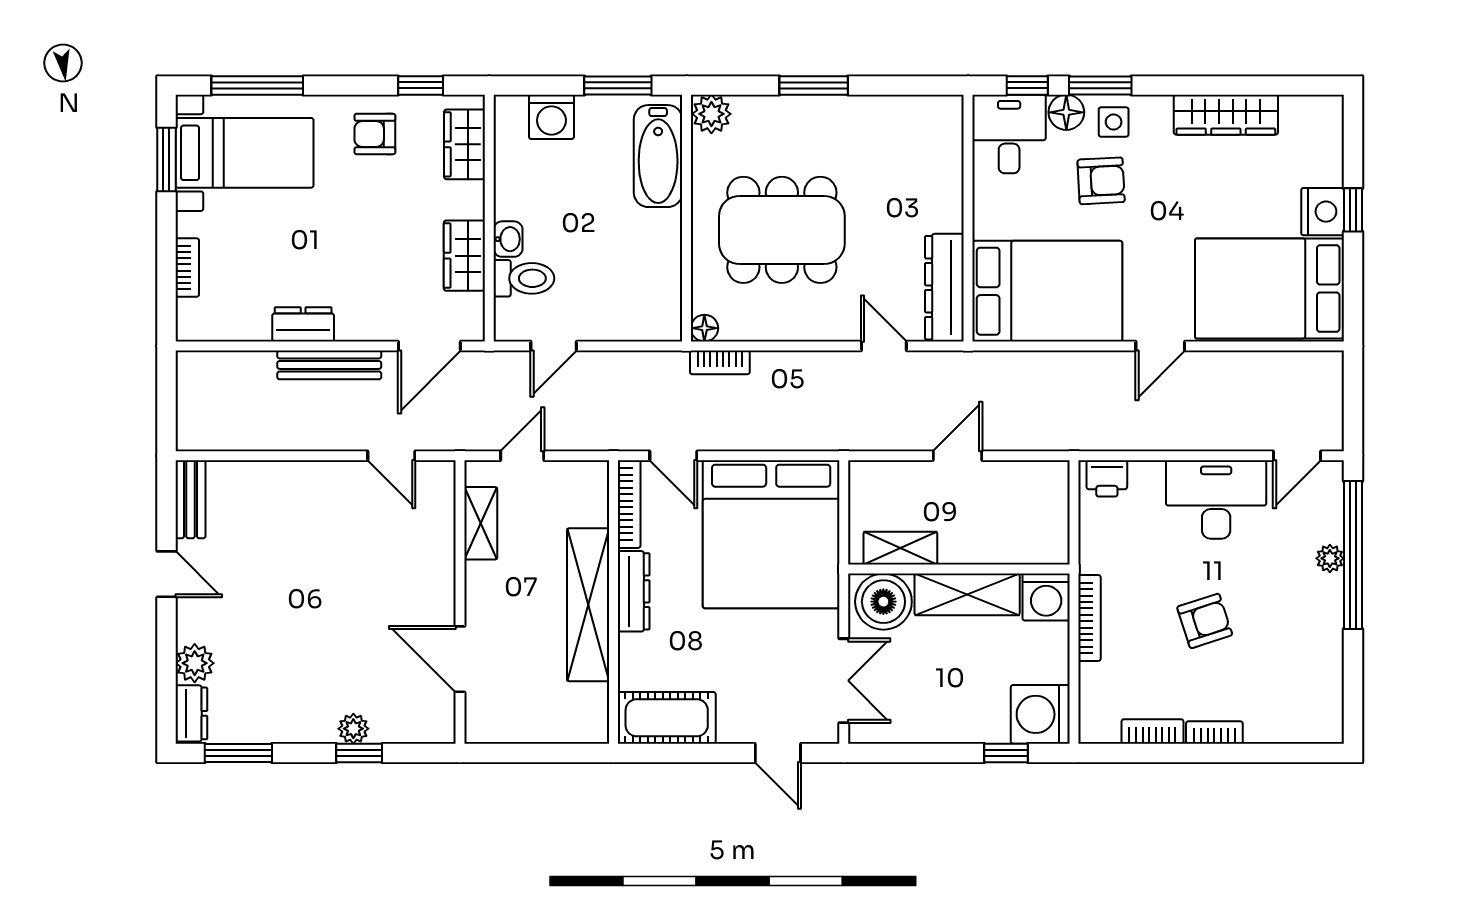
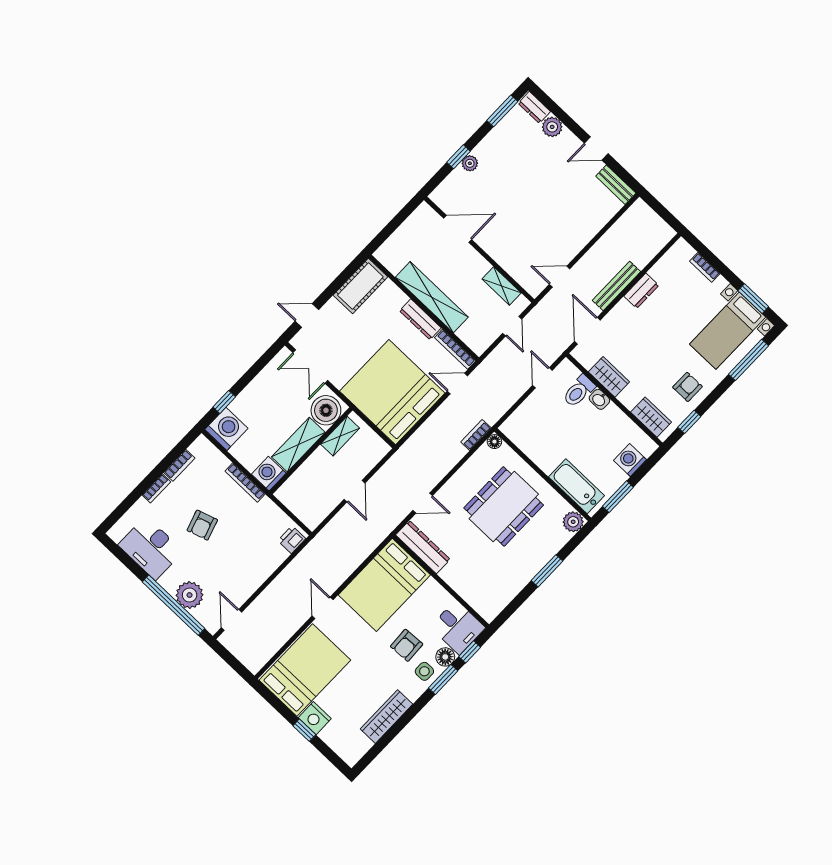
desk: (1216, 499) -> (151, 548), moved, turned 90
plant: (1330, 558) -> (190, 595), width x1.88, depth x1.88

